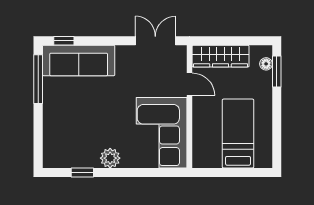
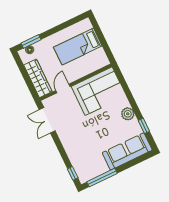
sofa: (79, 60) -> (127, 151), moved, turned -90

